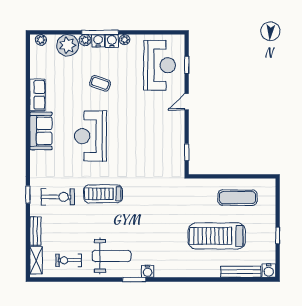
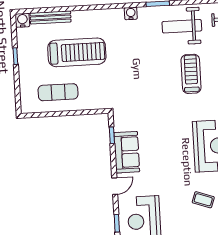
sofa: (173, 135) -> (127, 152), added
treadmill: (103, 194) -> (191, 74), moved, turned -90
water cooler: (148, 271) -> (131, 13), moved

